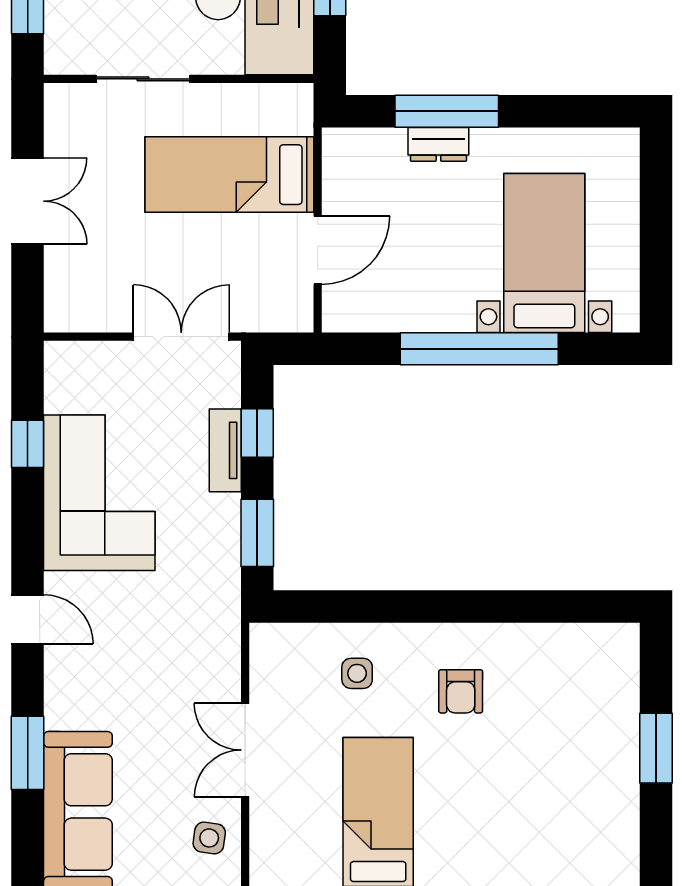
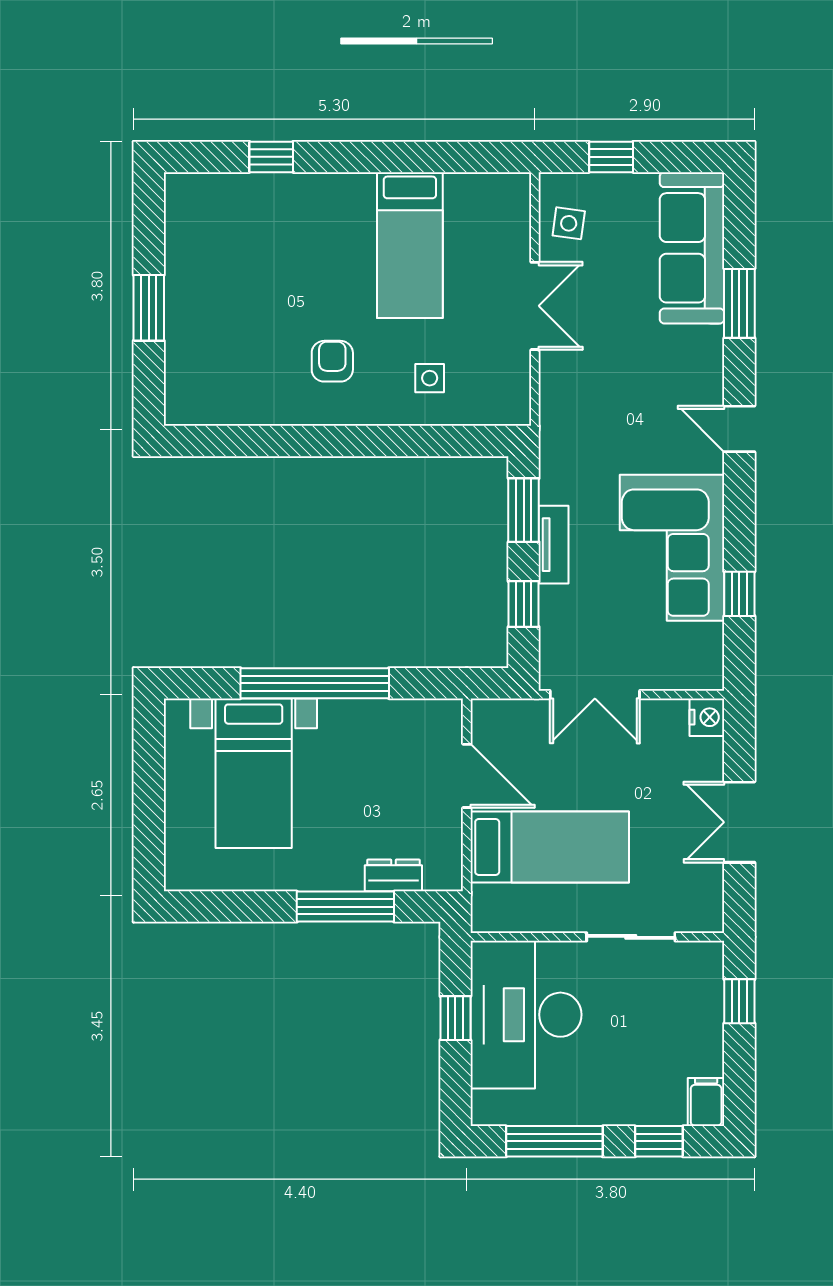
dresser: (438, 144) -> (393, 875), moved
door: (318, 250) -> (467, 776), swing flipped
nightstand: (62, 313) -> (707, 717), added
tv unit: (225, 450) -> (554, 545), moved

